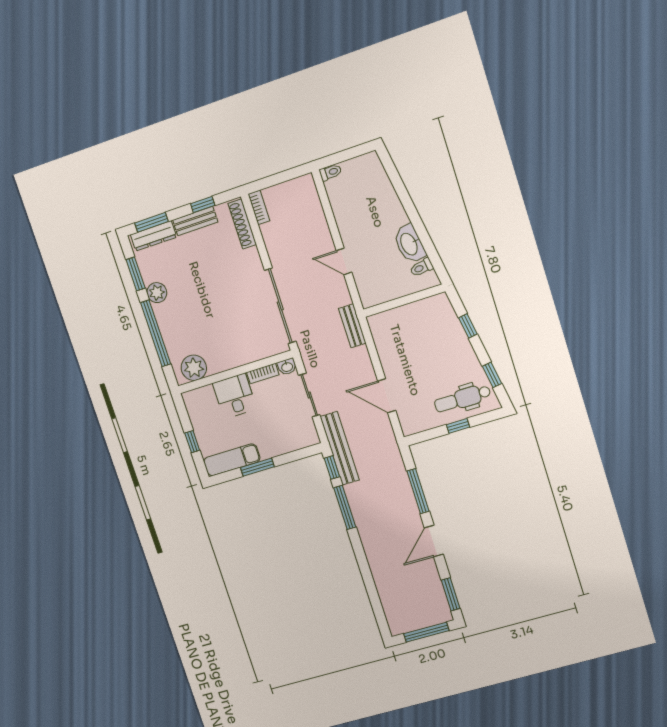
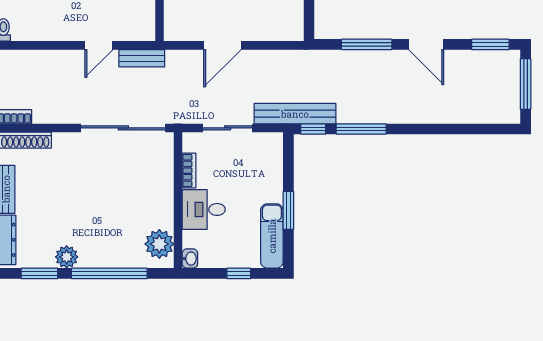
bench: (352, 326) -> (142, 58), moved
washbasin: (287, 367) -> (190, 259), moved
door: (387, 396) -> (222, 45), moved

